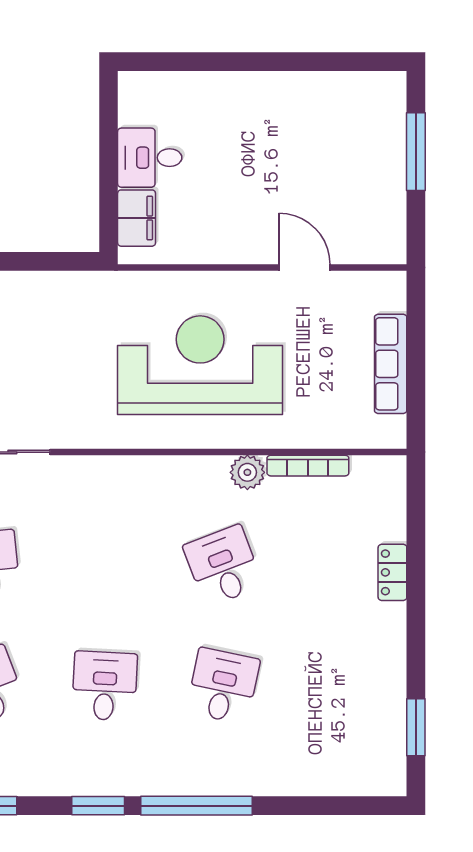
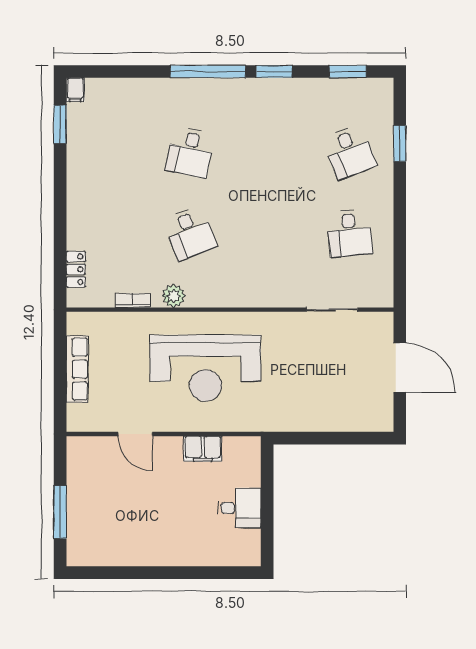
filing cabinet: (137, 218) -> (203, 449), moved, turned -90
bookcase: (308, 466) -> (133, 301), width x0.64
locker: (392, 572) -> (76, 269), moved
desk: (105, 686) -> (270, 152), removed
filing cabinet: (393, 778) -> (75, 90), added

